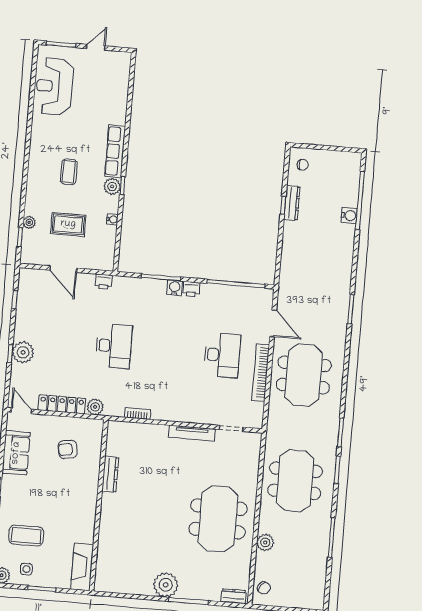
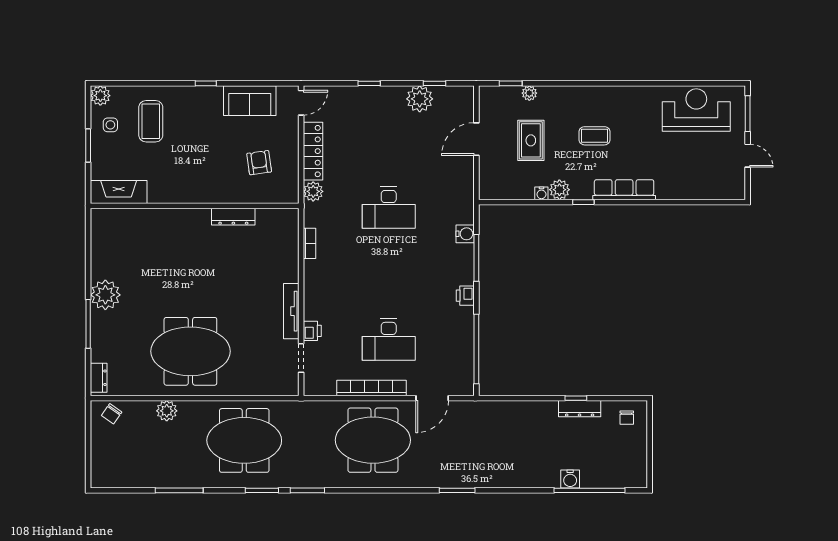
plant: (112, 186) -> (559, 190), moved
printer: (104, 282) -> (312, 331), moved, turned 180
water cooler: (175, 288) -> (465, 234), moved
plant: (23, 352) -> (420, 99), moved

